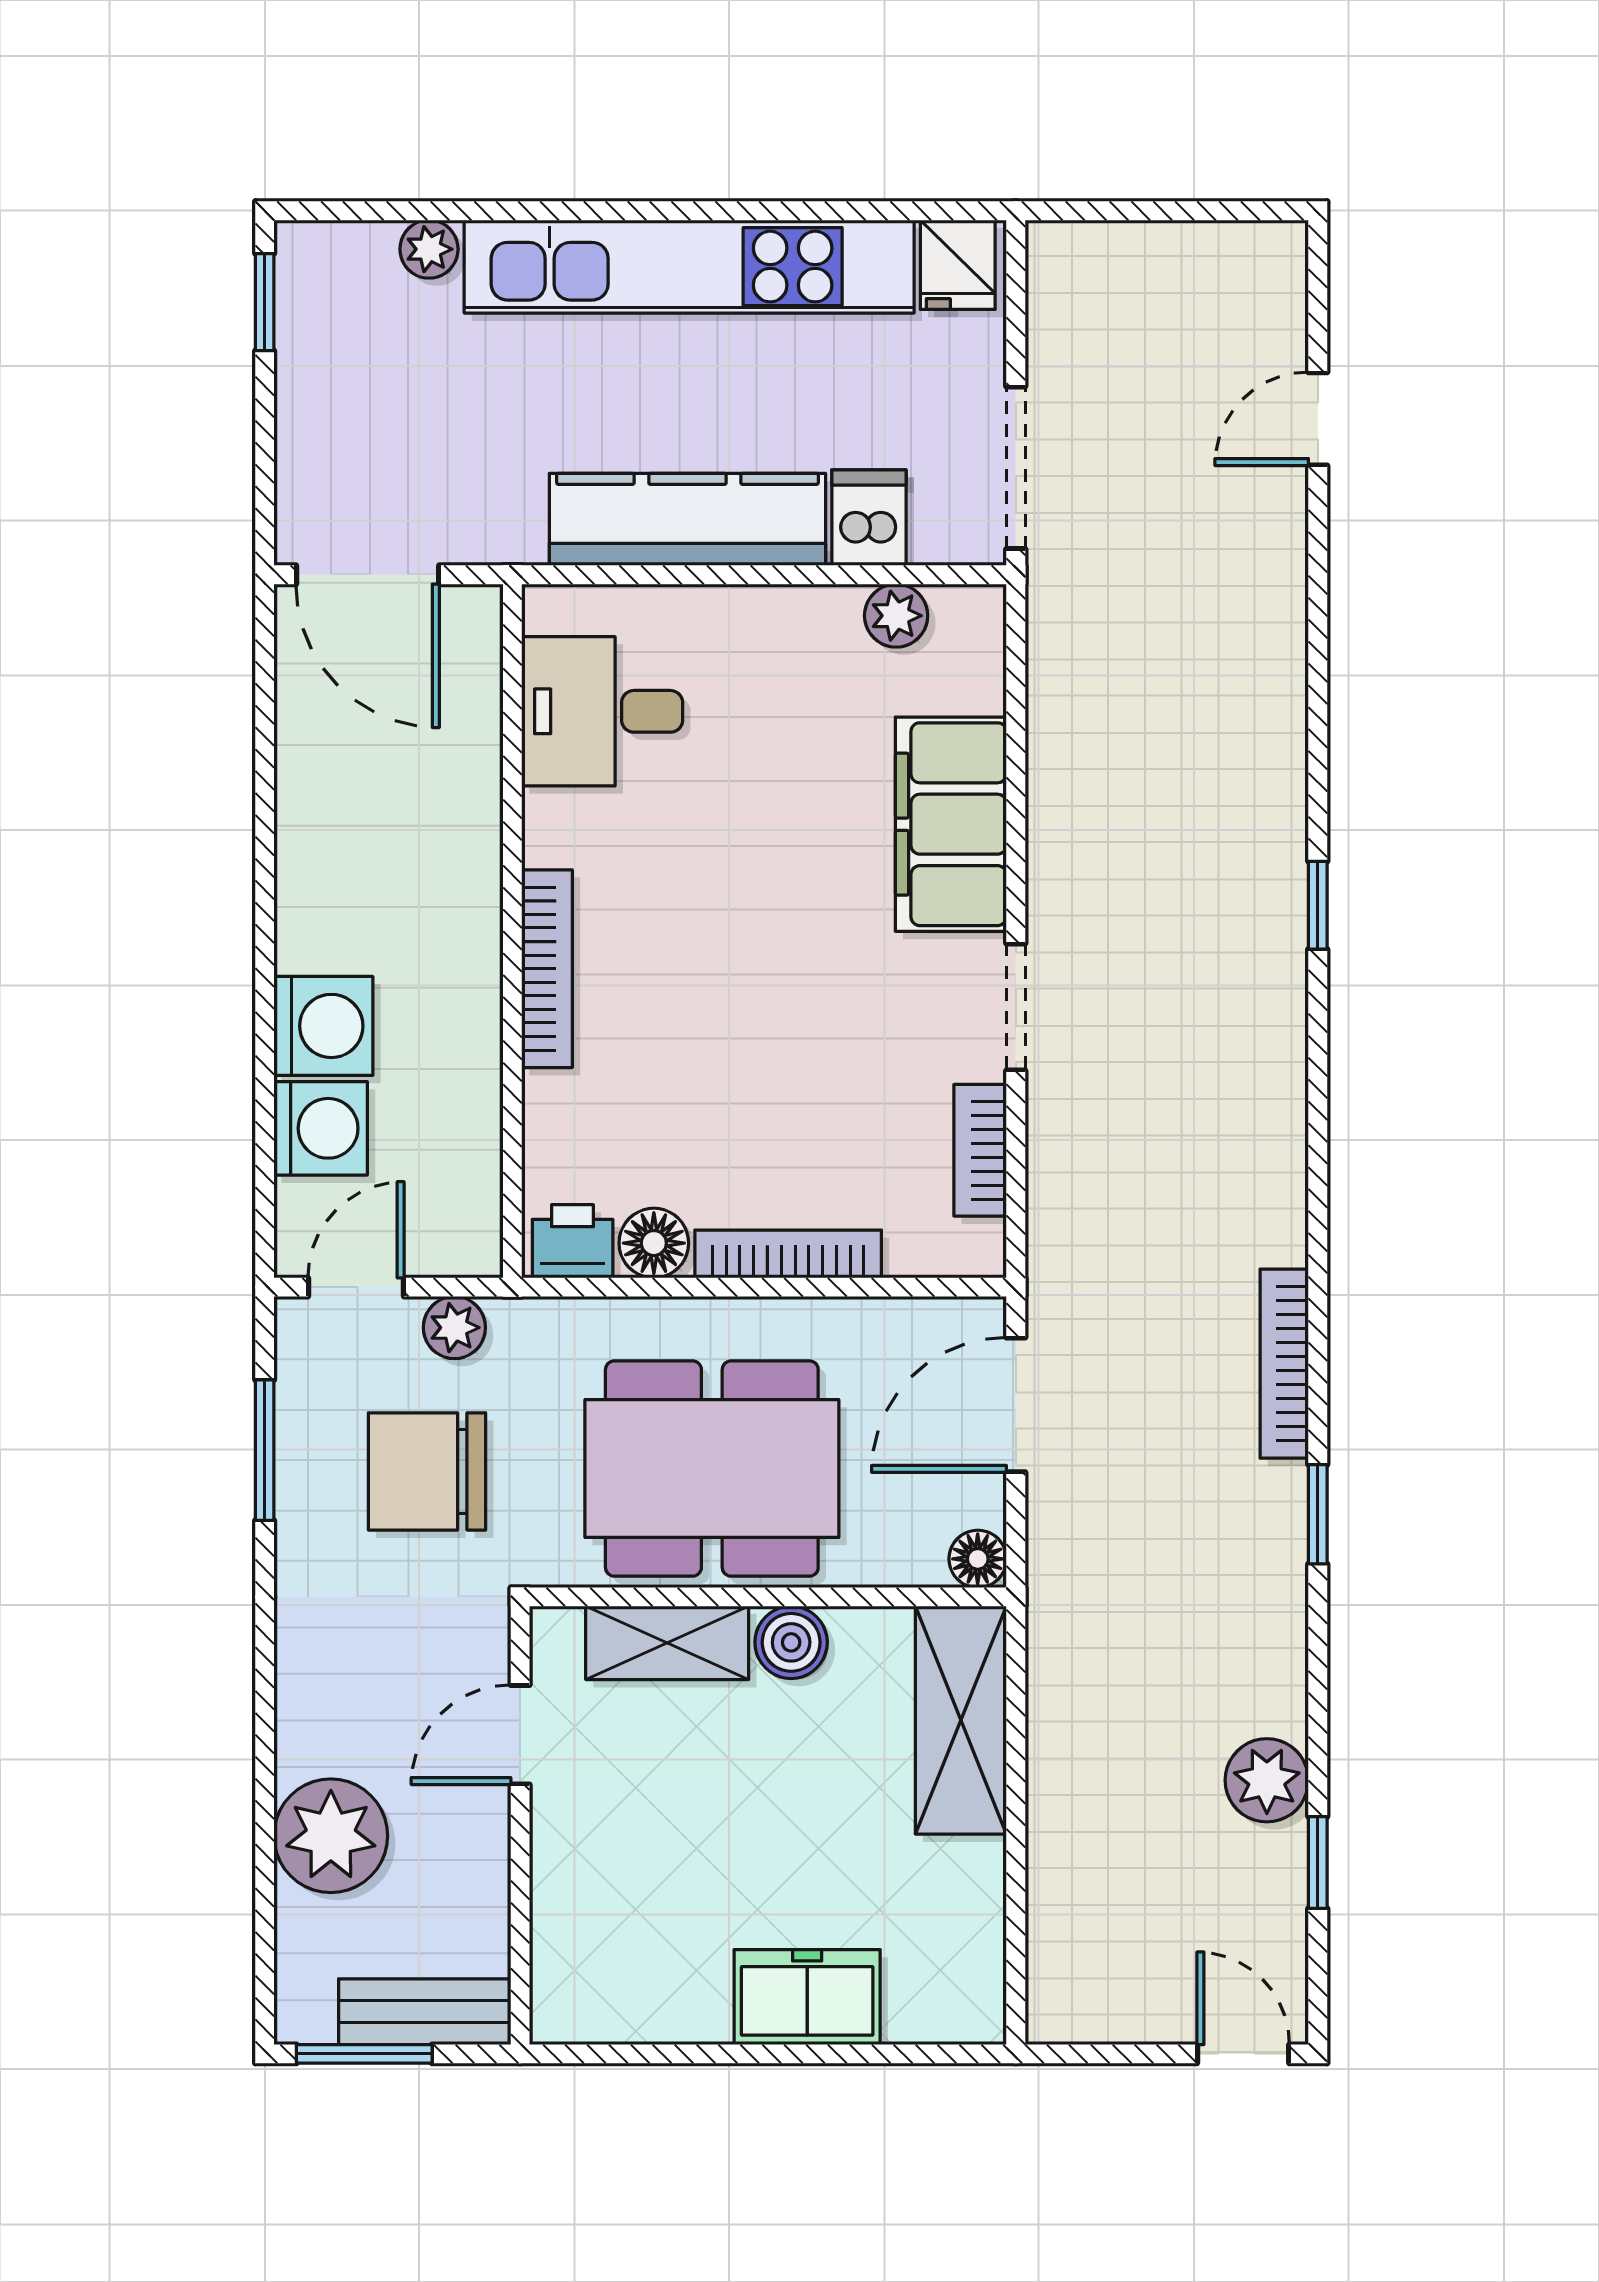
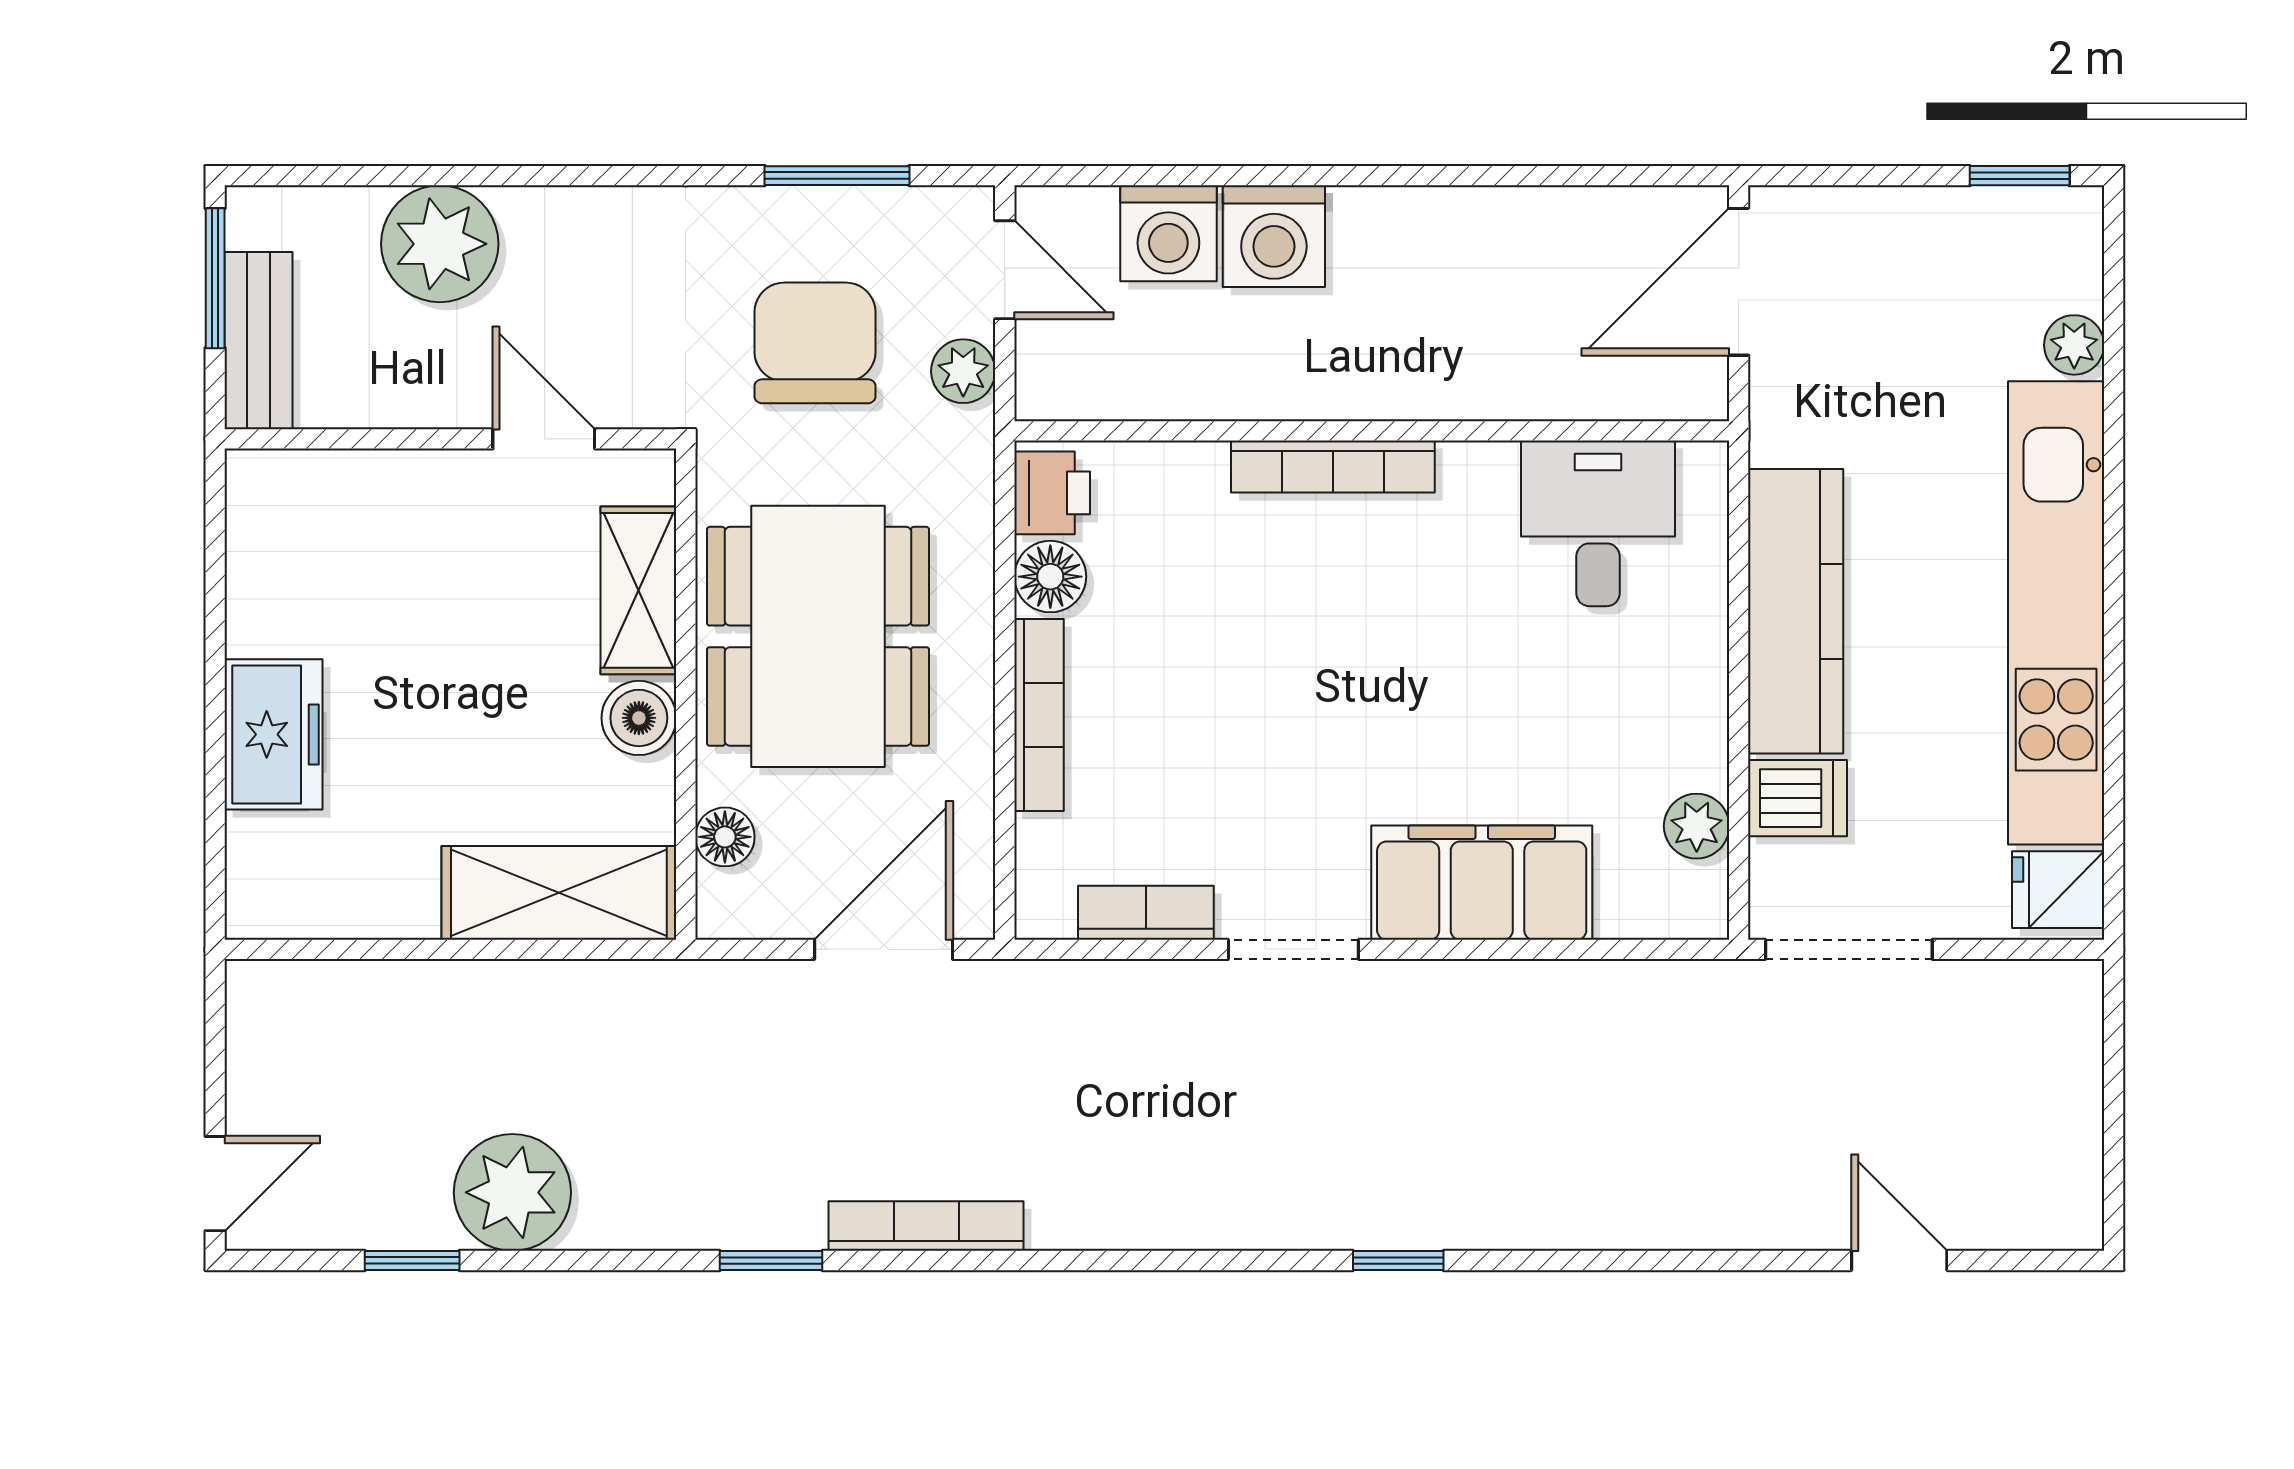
door: (1016, 1405) -> (884, 949), hinge flipped
floor lamp: (978, 1559) -> (725, 837), moved
plant: (1267, 1780) -> (512, 1192), width x1.36, depth x1.36

